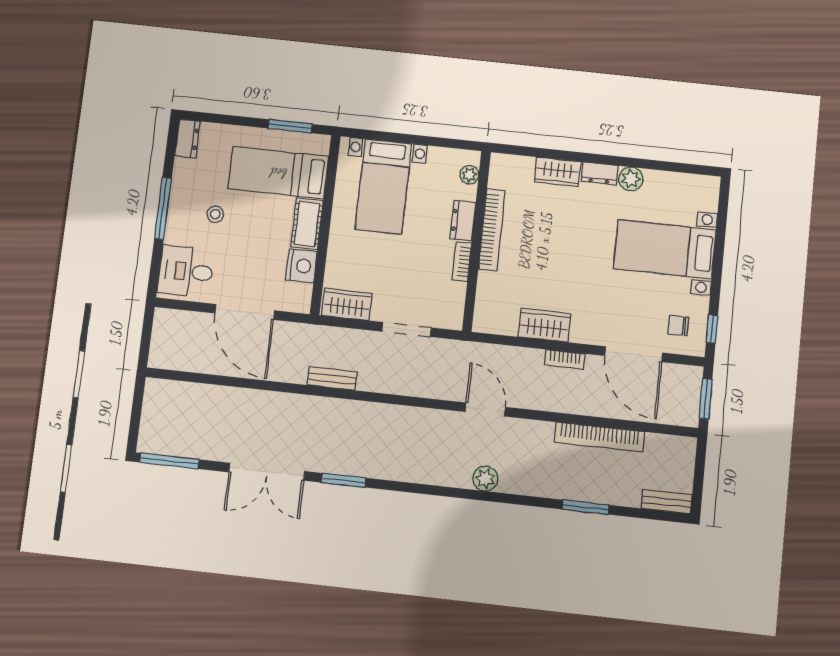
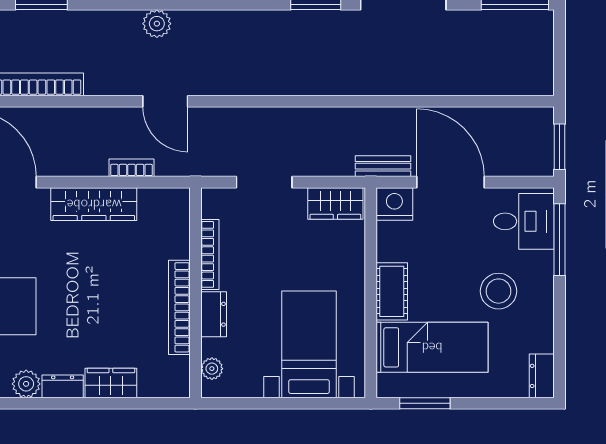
window: (163, 208) -> (560, 240), moved
stool: (215, 214) -> (499, 291), width x1.89, depth x1.89
bookcase: (462, 261) -> (210, 254), width x1.56
nightstand: (301, 266) -> (394, 204), moved, turned 90
wardrobe: (544, 325) -> (94, 204), width x1.50
window: (147, 332) -> (560, 147), added
bookcase: (565, 359) -> (131, 168), moved
bench: (332, 379) -> (383, 166), moved

